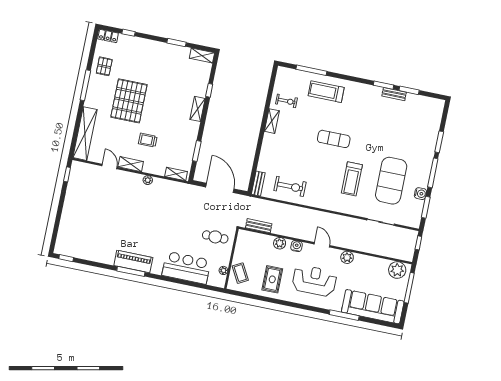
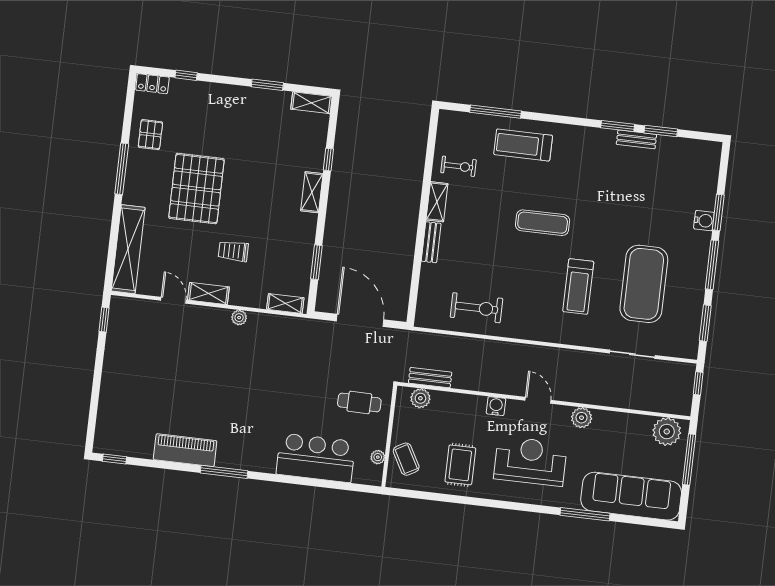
bench: (258, 184) -> (431, 242), moved
water cooler: (420, 194) -> (704, 221), moved
plant: (280, 243) -> (420, 398), moved
piano: (133, 261) -> (185, 450), moved

